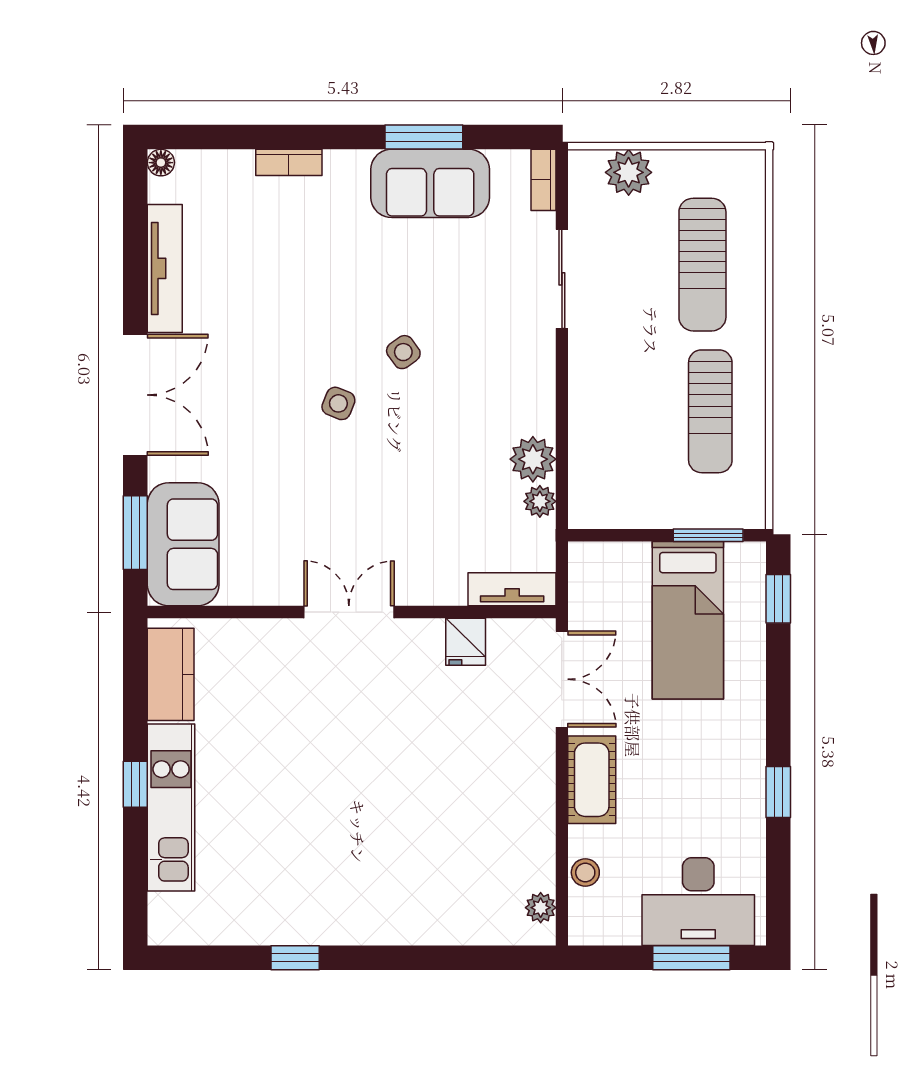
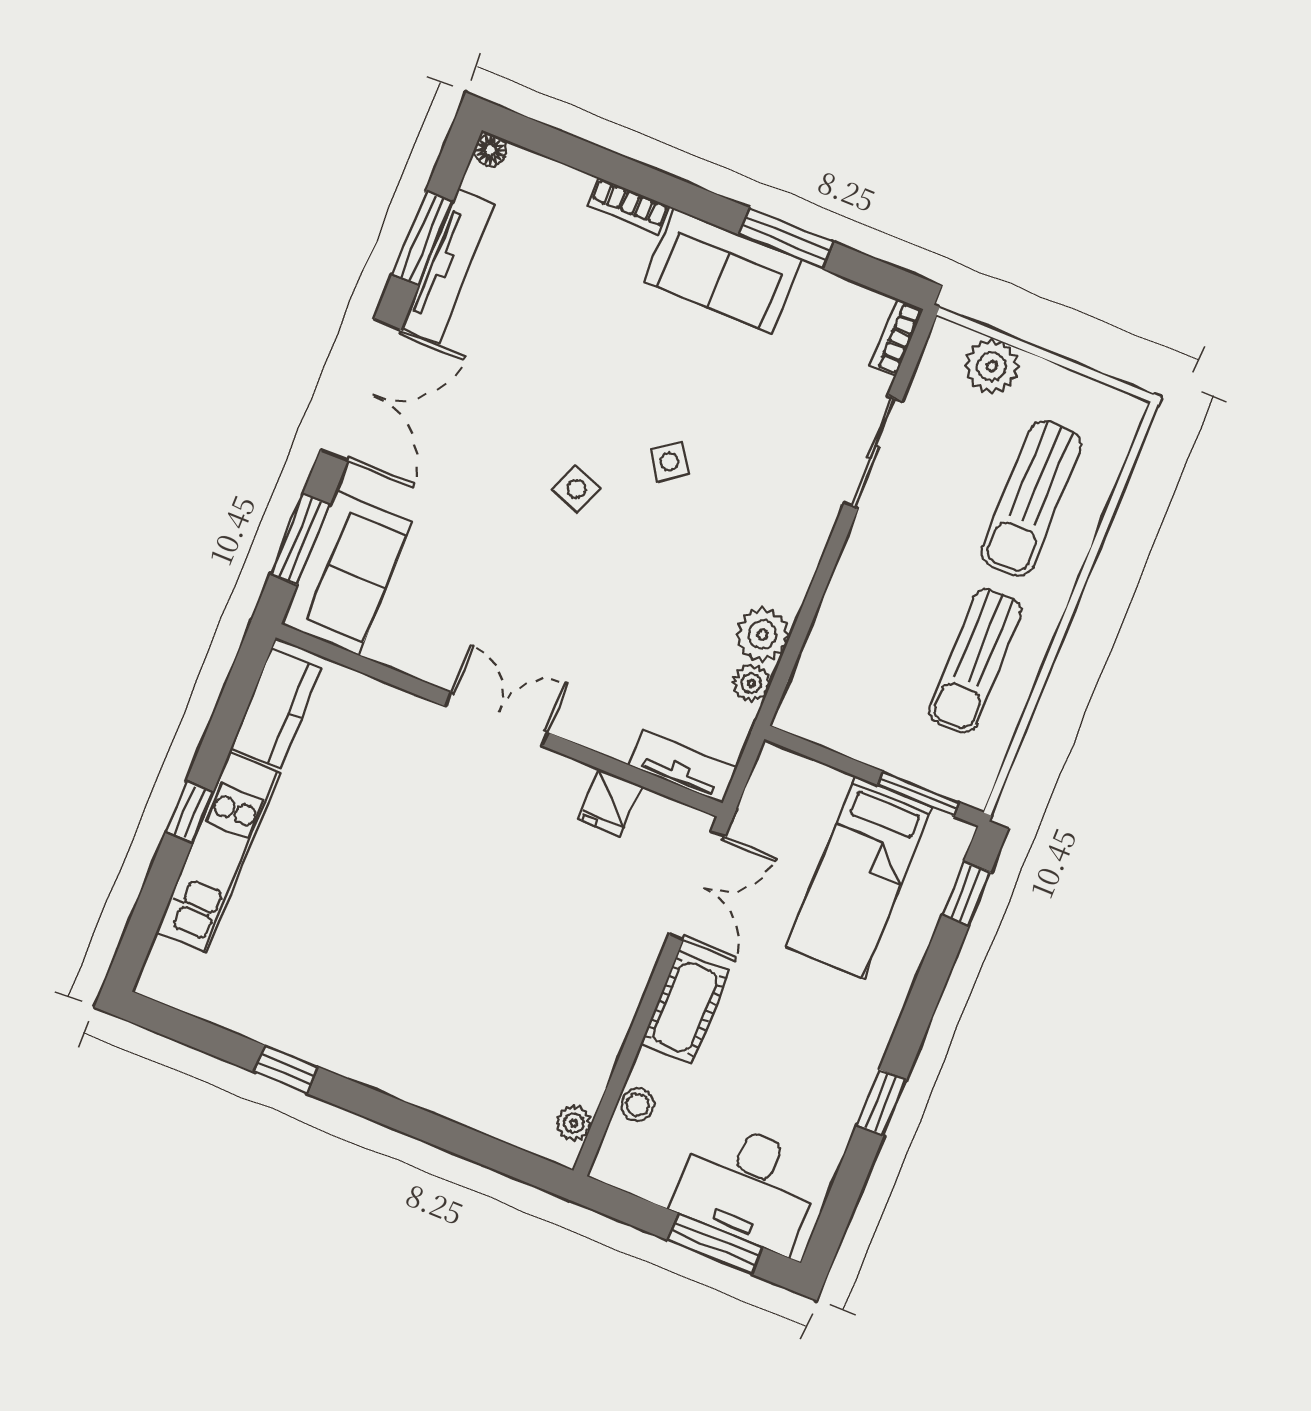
sofa: (430, 183) -> (723, 271), moved
window: (135, 254) -> (422, 238), added

